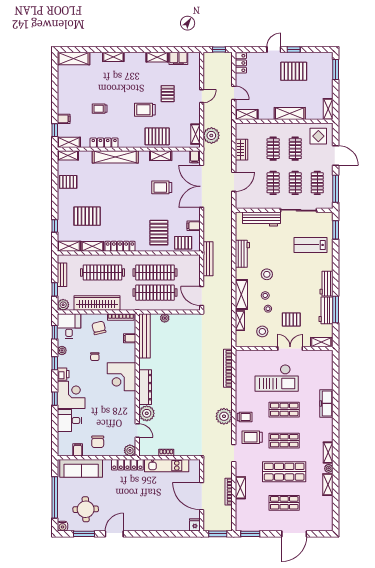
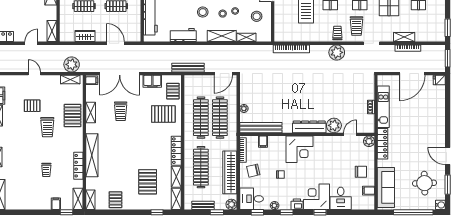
filing cabinet: (194, 226) -> (152, 81), width x2.00

